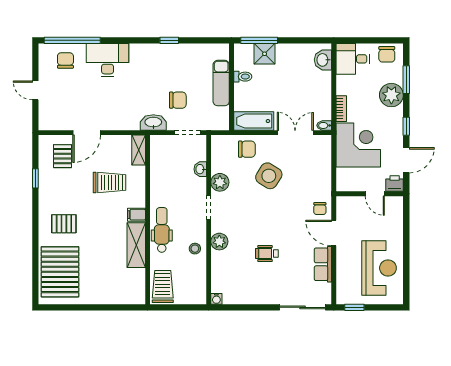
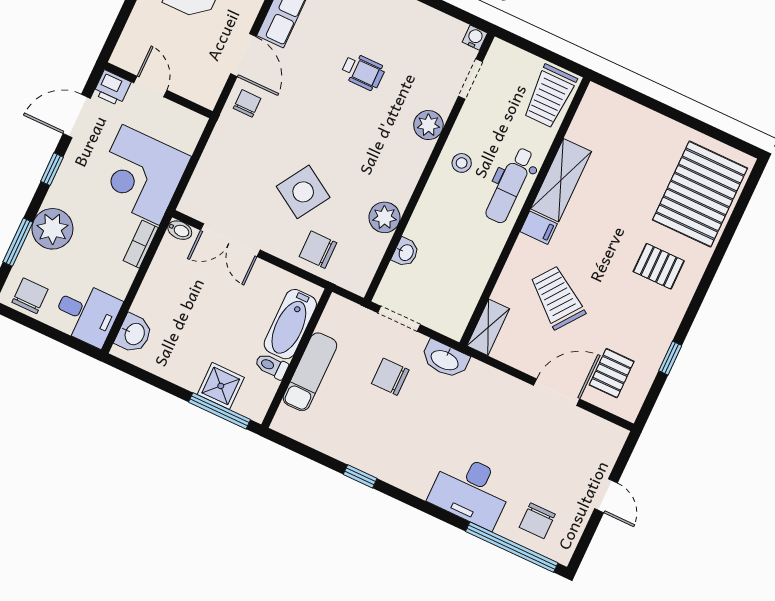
bathtub: (254, 121) -> (290, 324), moved, turned 90
trolley: (109, 183) -> (557, 298), turned 37
doorway: (209, 208) -> (470, 79), moved
stool: (195, 249) -> (462, 163), moved

